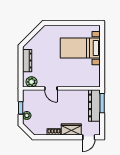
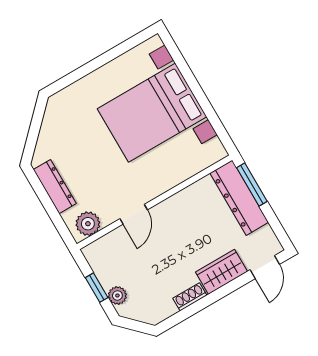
bed with nightstands: (80, 48) -> (152, 113), width x1.36
door: (51, 88) -> (134, 214), hinge flipped

